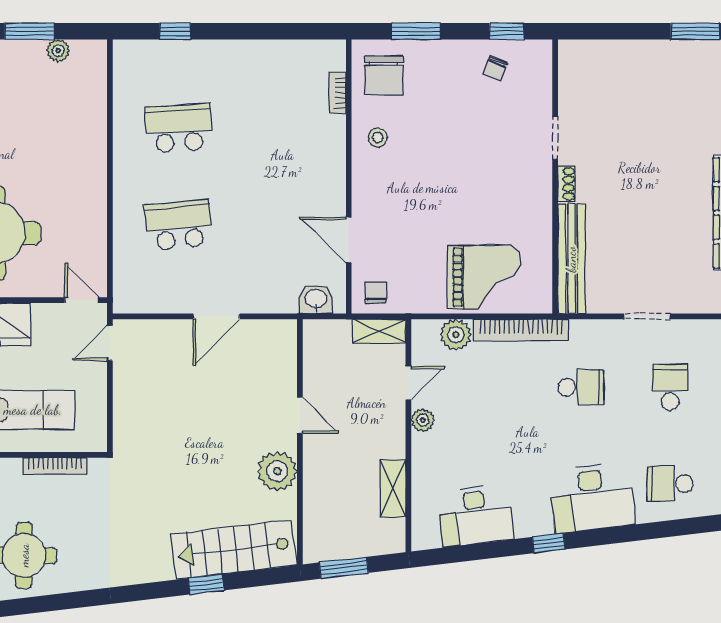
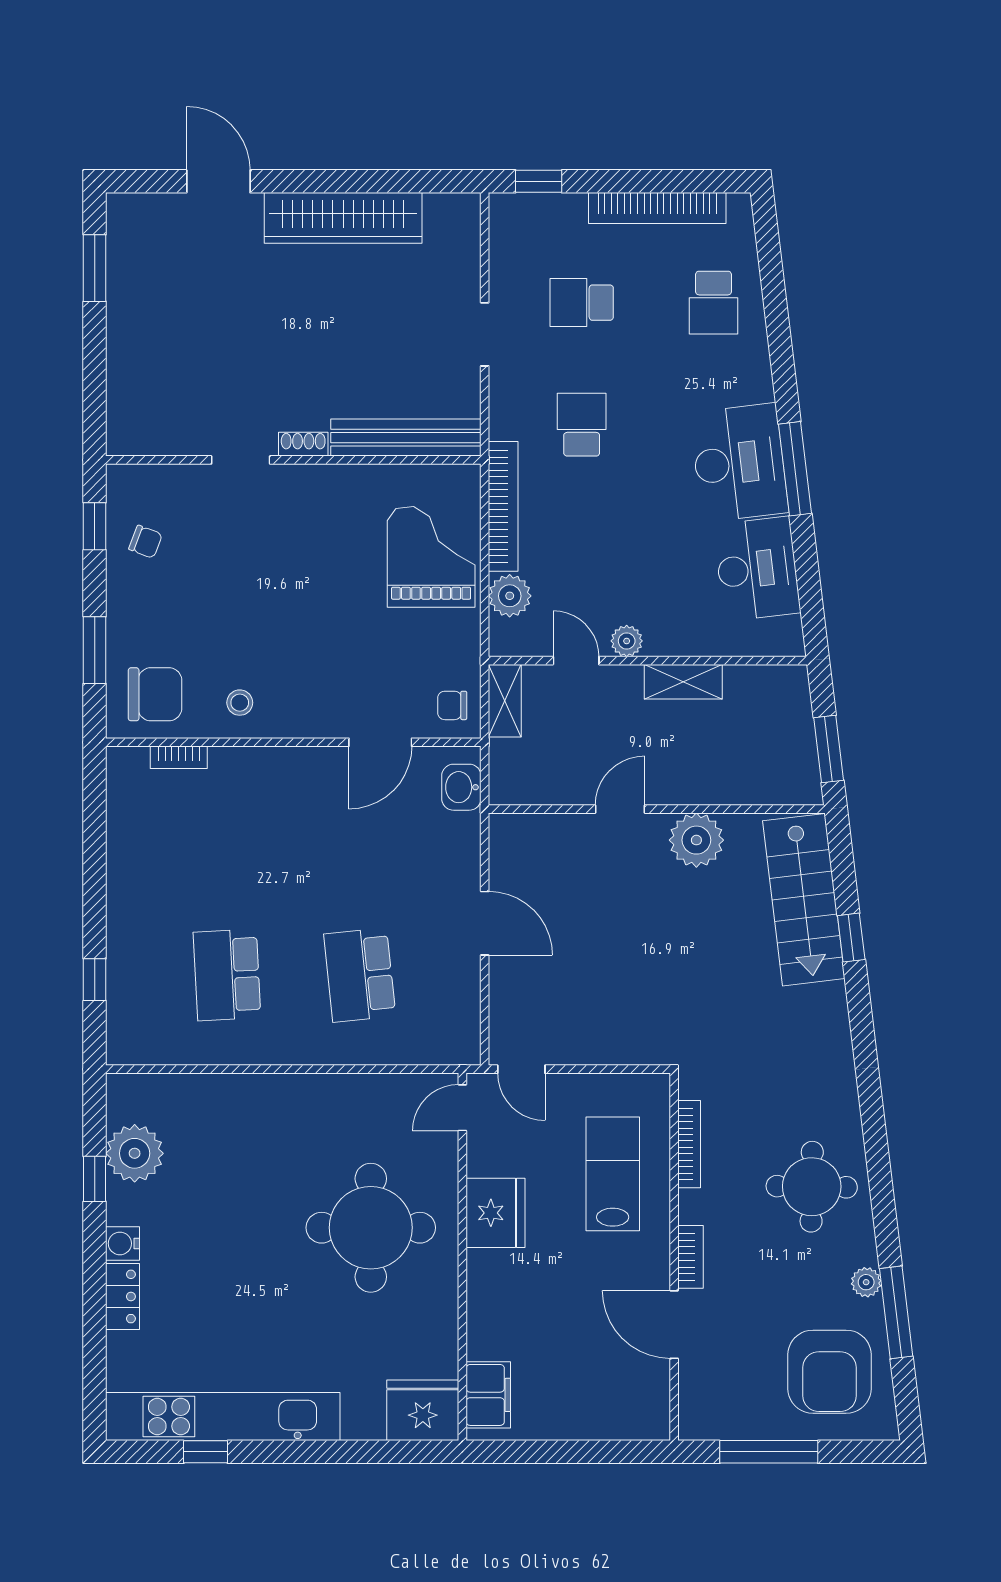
window: (30, 31) -> (95, 1179), width x0.67
plant: (58, 51) -> (135, 1153), width x1.87, depth x1.87
shelving: (393, 488) -> (683, 682), moved
desk: (592, 498) -> (739, 463), moved
window: (549, 543) -> (795, 469), width x2.17

